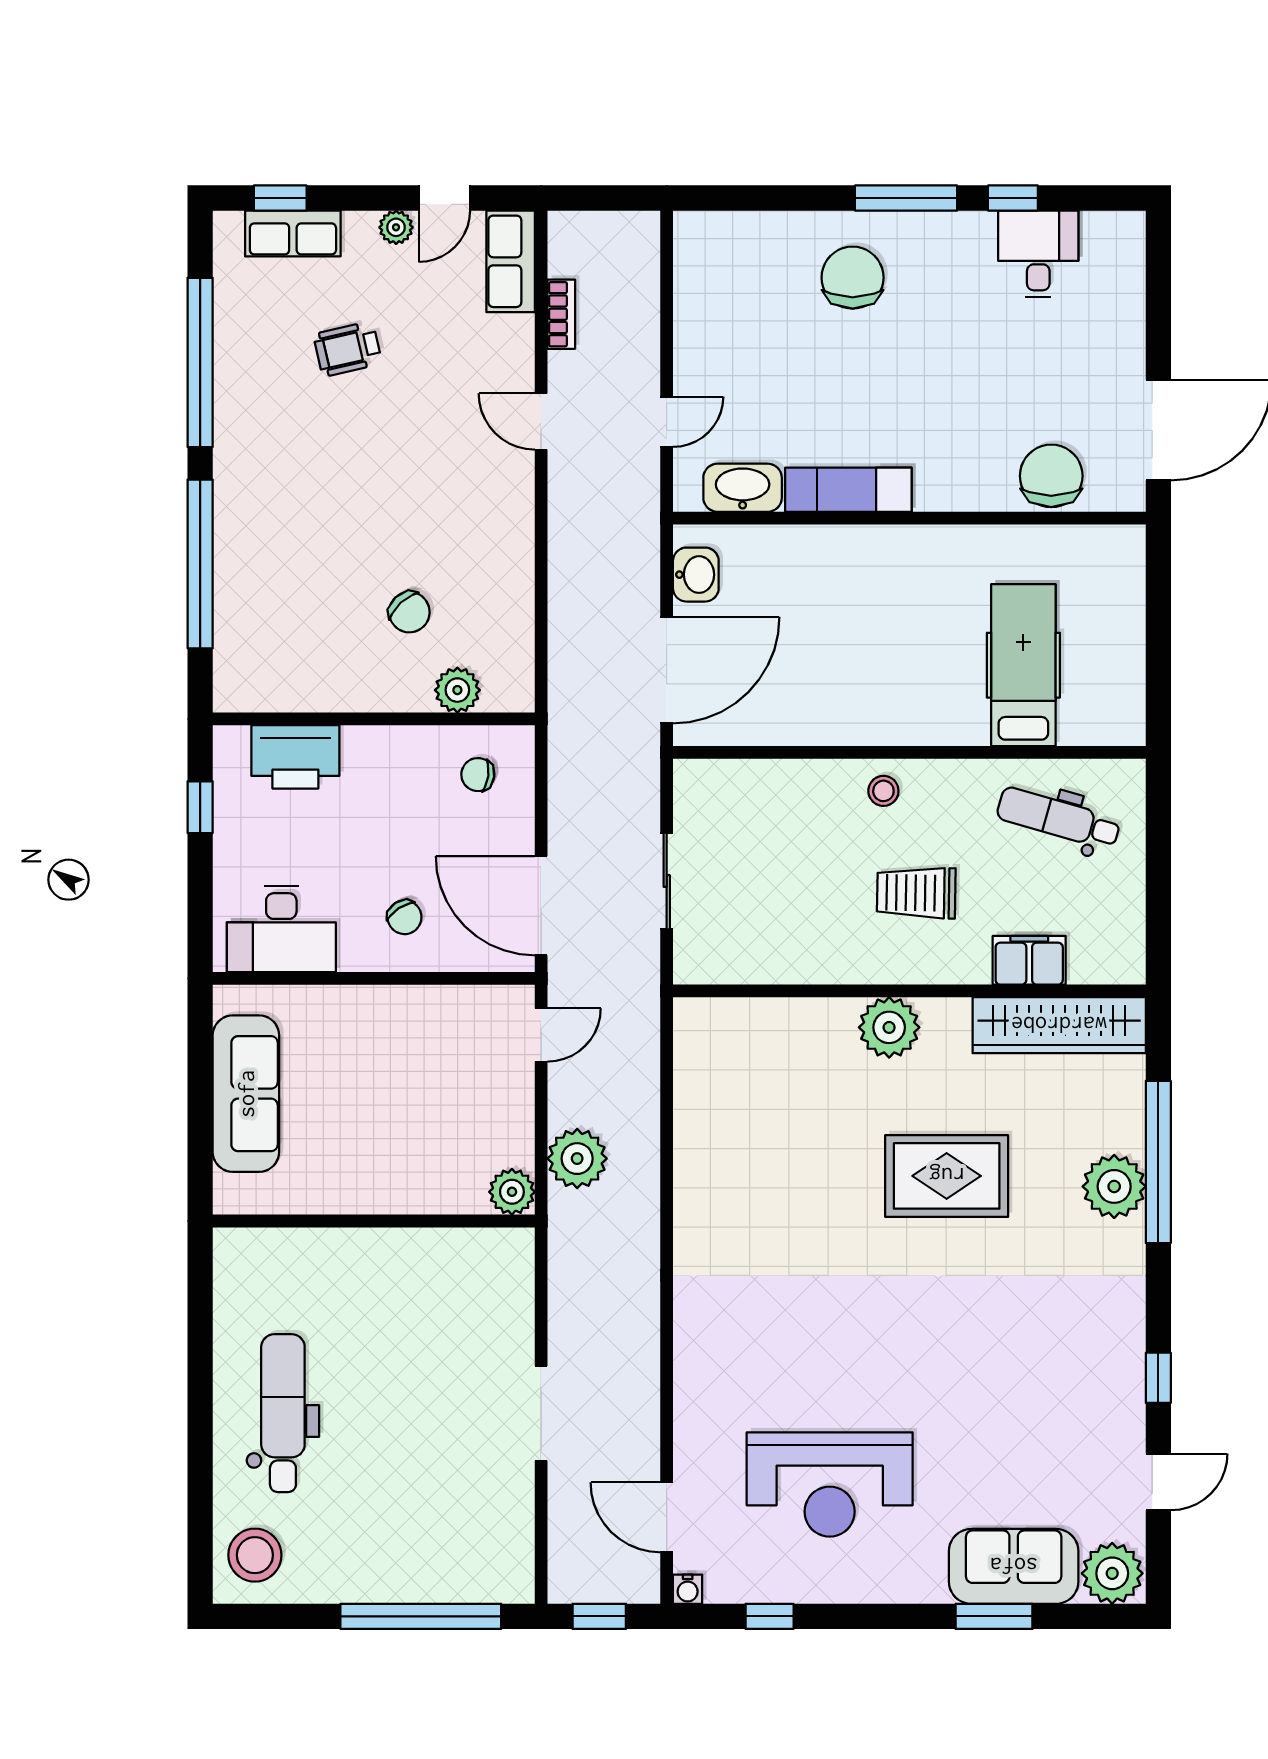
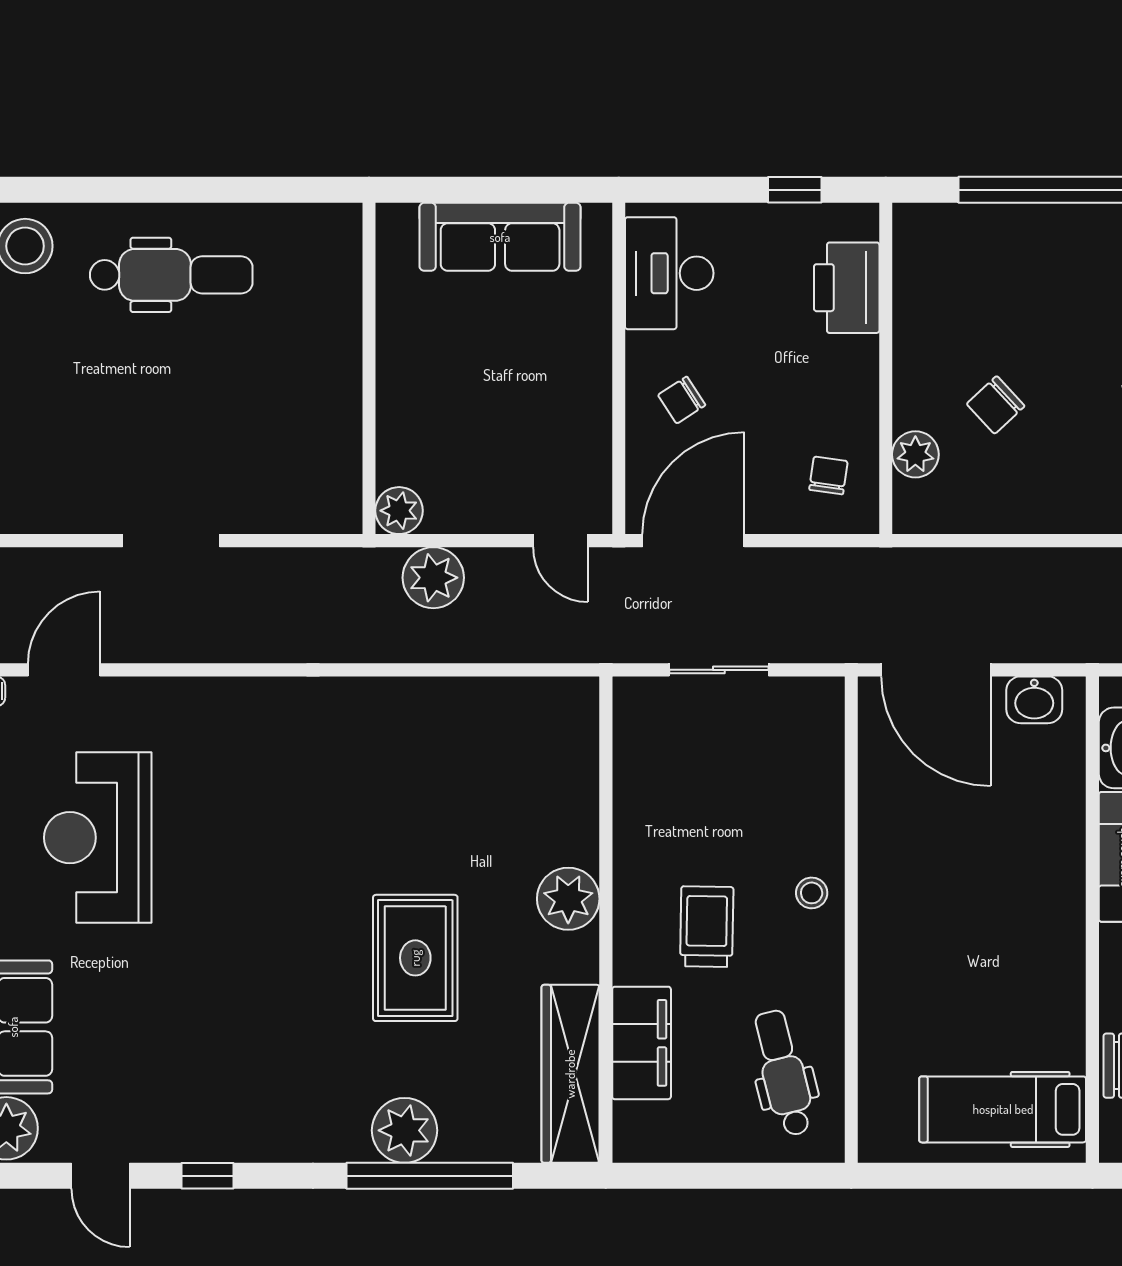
hospital bed: (1023, 665) -> (1003, 1109), moved, turned 180
dental chair: (1058, 818) -> (783, 1073), turned -30
filing cabinet: (1029, 960) -> (642, 1043), width x1.50, depth x1.17

